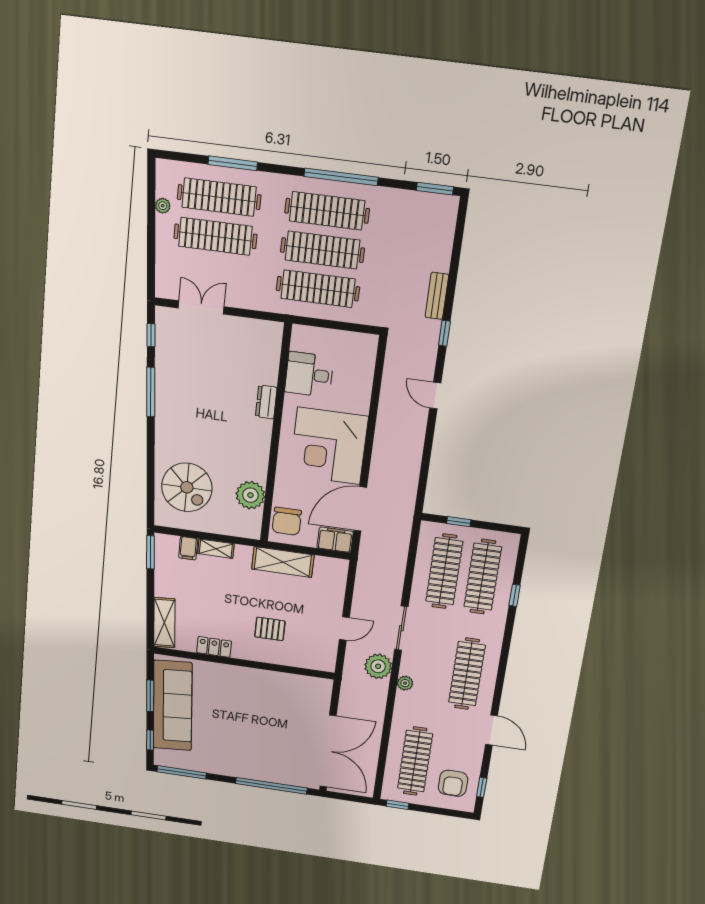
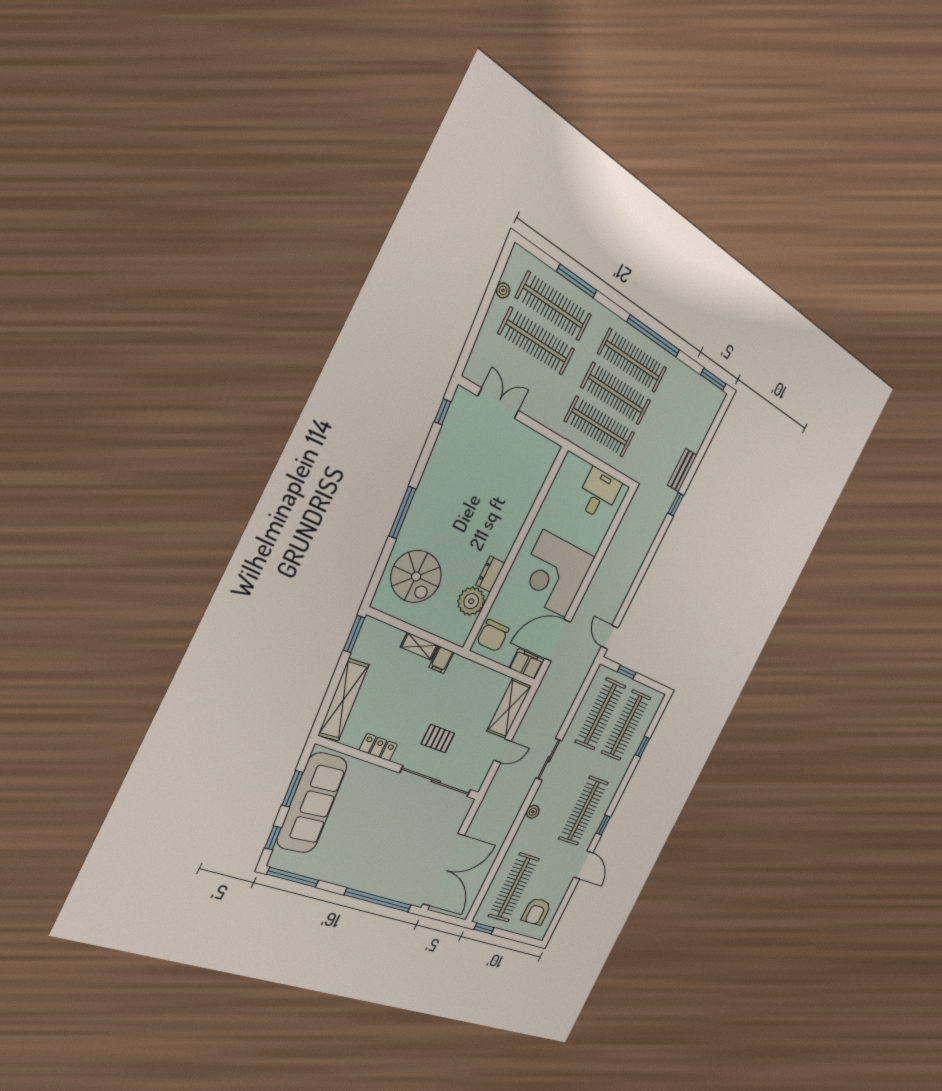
desk: (309, 375) -> (599, 494), moved, turned 90
window: (151, 392) -> (402, 513), moved
door: (435, 396) -> (610, 637), moved
dresser: (266, 402) -> (490, 574), moved
filing cabinet: (188, 548) -> (441, 660), moved
shelving: (283, 562) -> (509, 708), moved, turned 90
shelving: (164, 623) -> (343, 700), width x1.47
plant: (378, 666) -> (517, 792), removed
sliding door: (285, 669) -> (436, 781), added
window: (482, 787) -> (603, 825), moved

